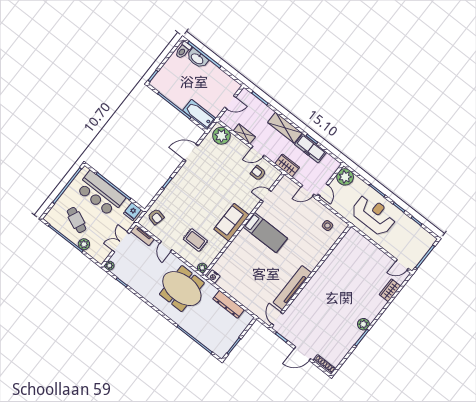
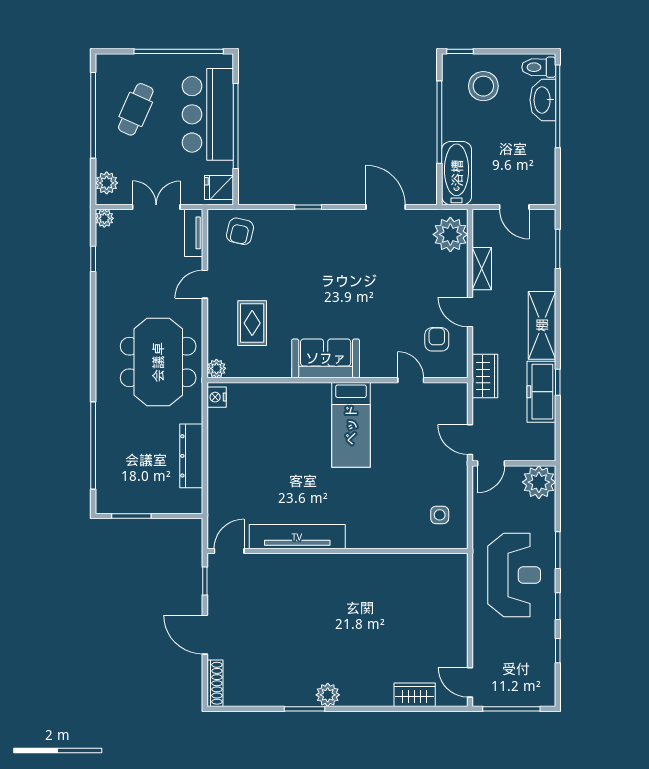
stool: (174, 77) -> (483, 86), added
plant: (84, 244) -> (107, 183), moved

